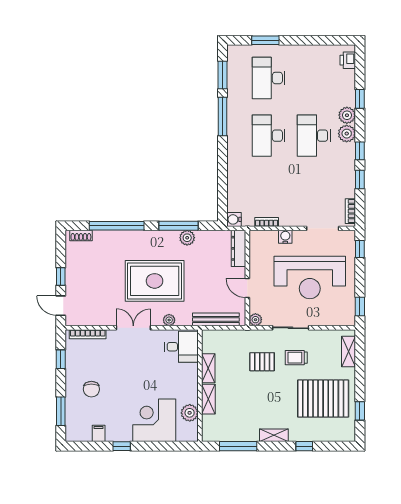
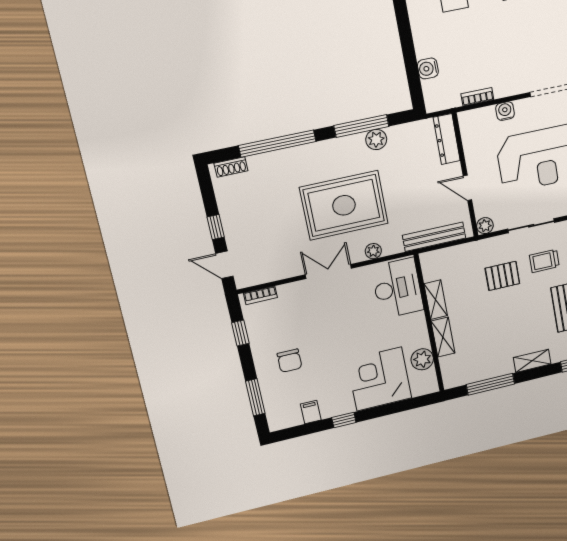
water cooler: (234, 219) -> (428, 68), moved
bookcase: (88, 334) -> (260, 295), width x0.64
desk: (181, 347) -> (397, 288), width x1.37

